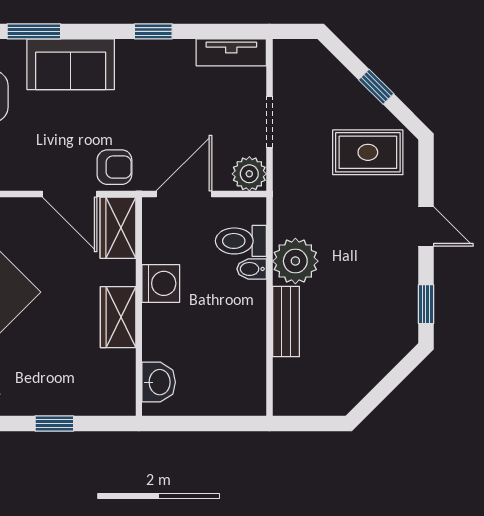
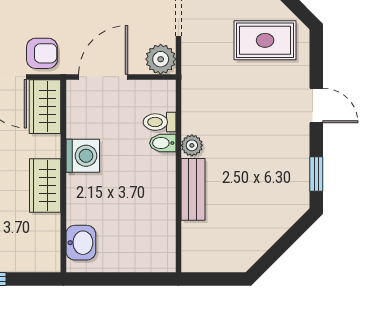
toilet: (241, 241) -> (160, 122), width x0.73, depth x0.72
plant: (295, 261) -> (192, 145), width x0.53, depth x0.53

